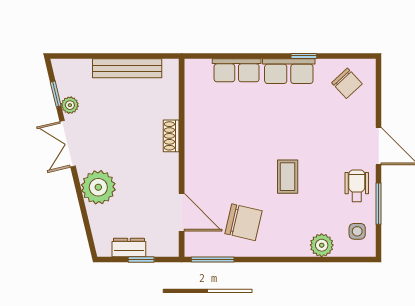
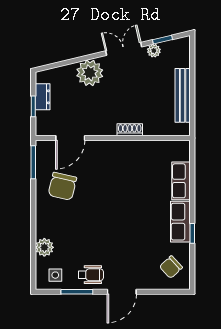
coffee table: (288, 177) -> (98, 221), removed

